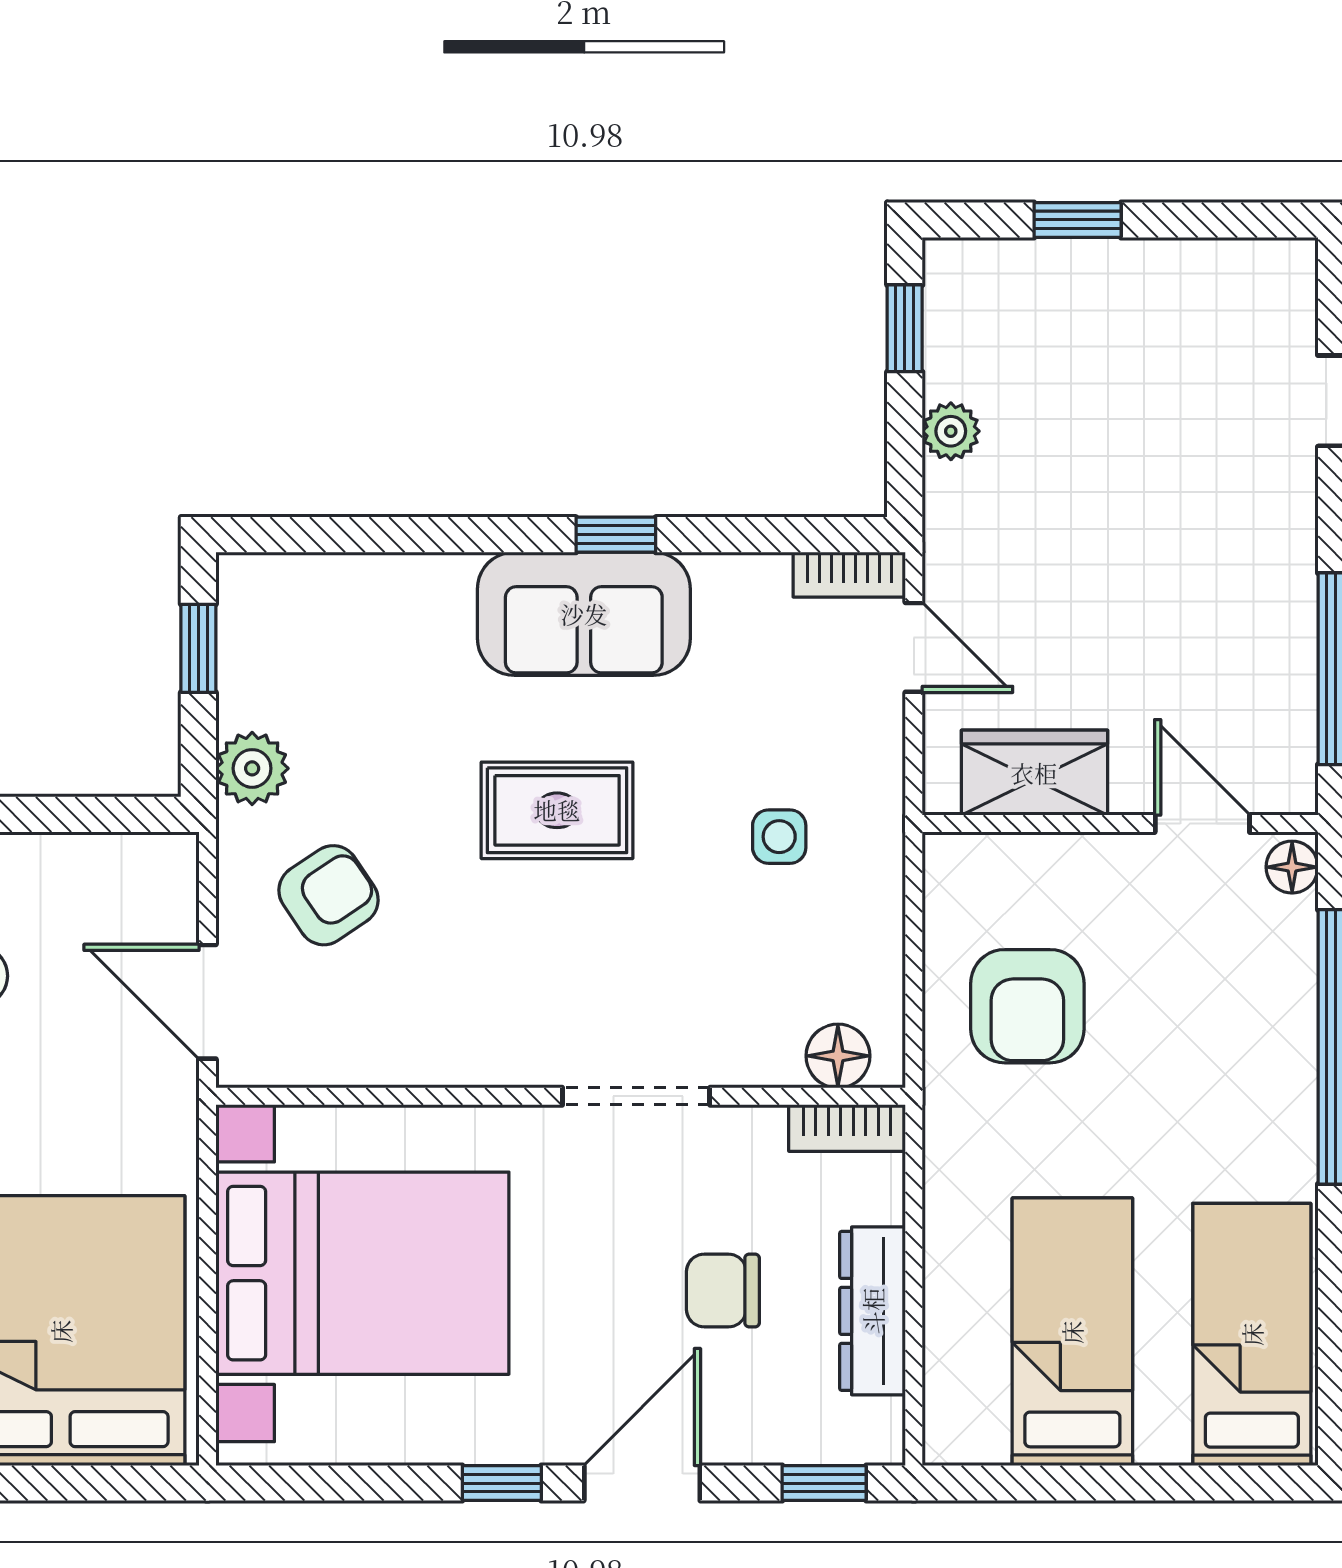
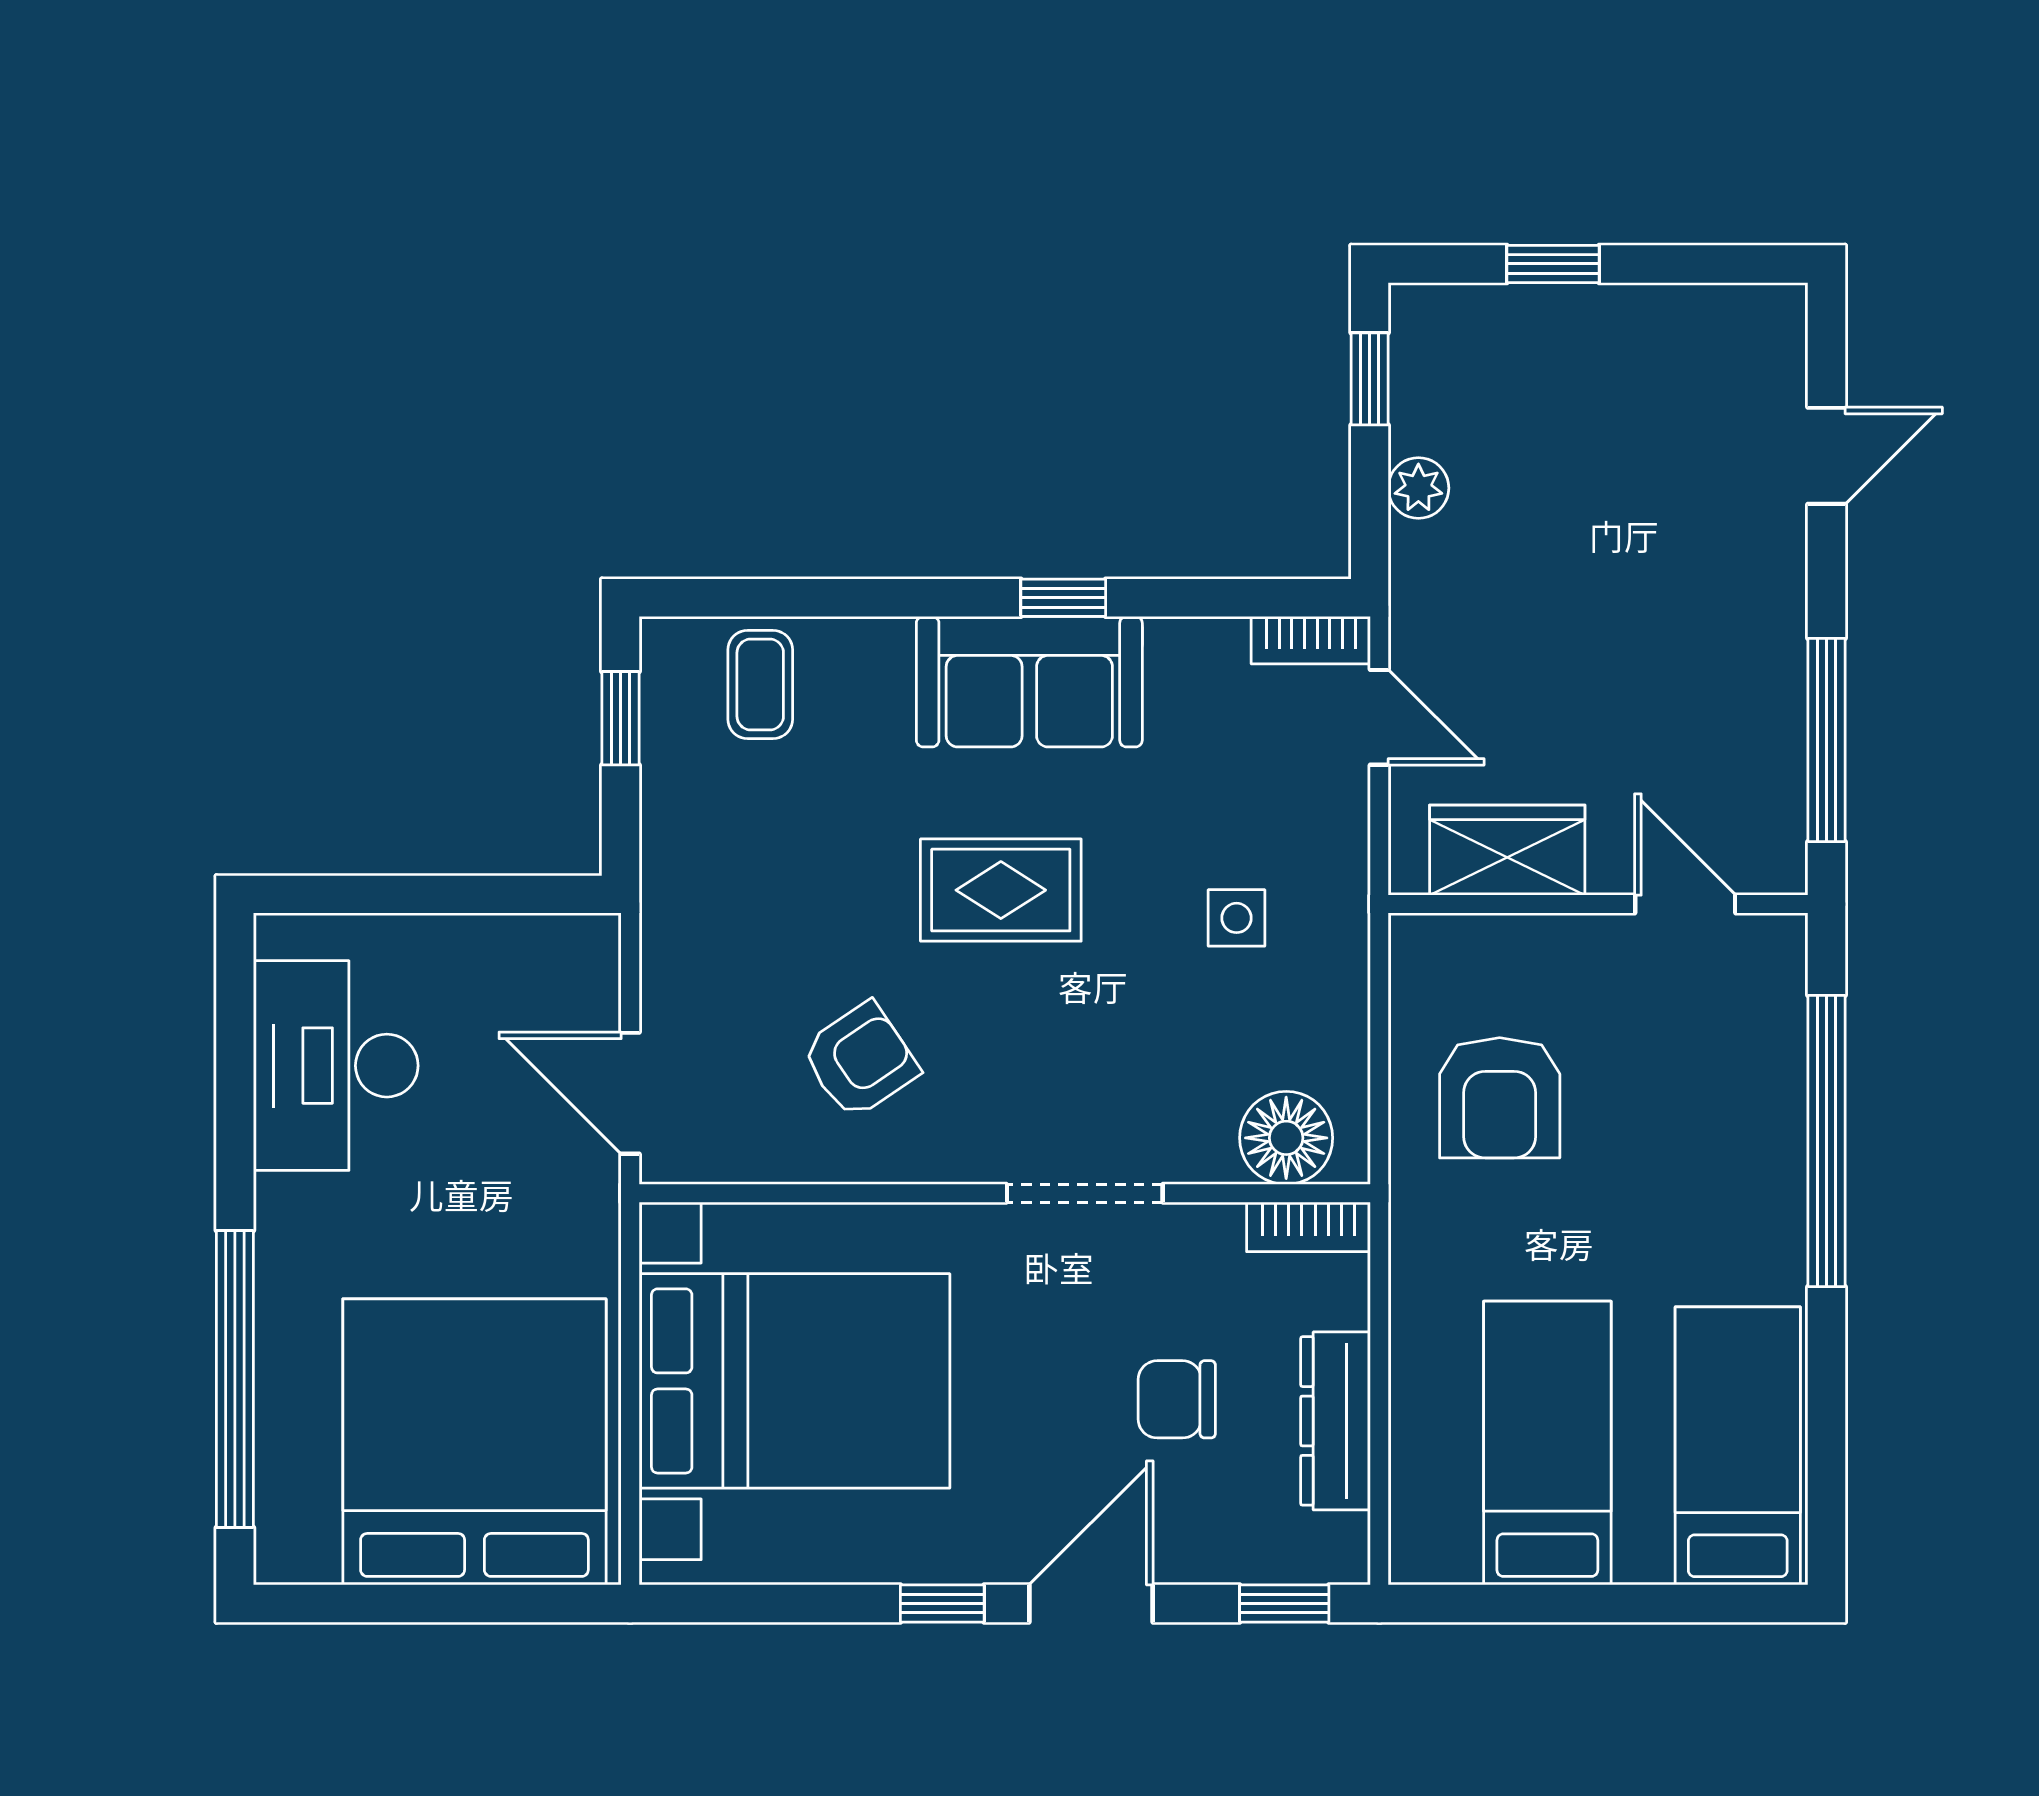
coffee table: (330, 616) -> (760, 685), added
plant: (252, 768) -> (677, 846), removed
floor lamp: (1292, 867) -> (1780, 950), removed
armchair: (328, 895) -> (860, 1060), moved
floor lamp: (838, 1056) -> (1286, 1138), width x1.38, depth x1.38

